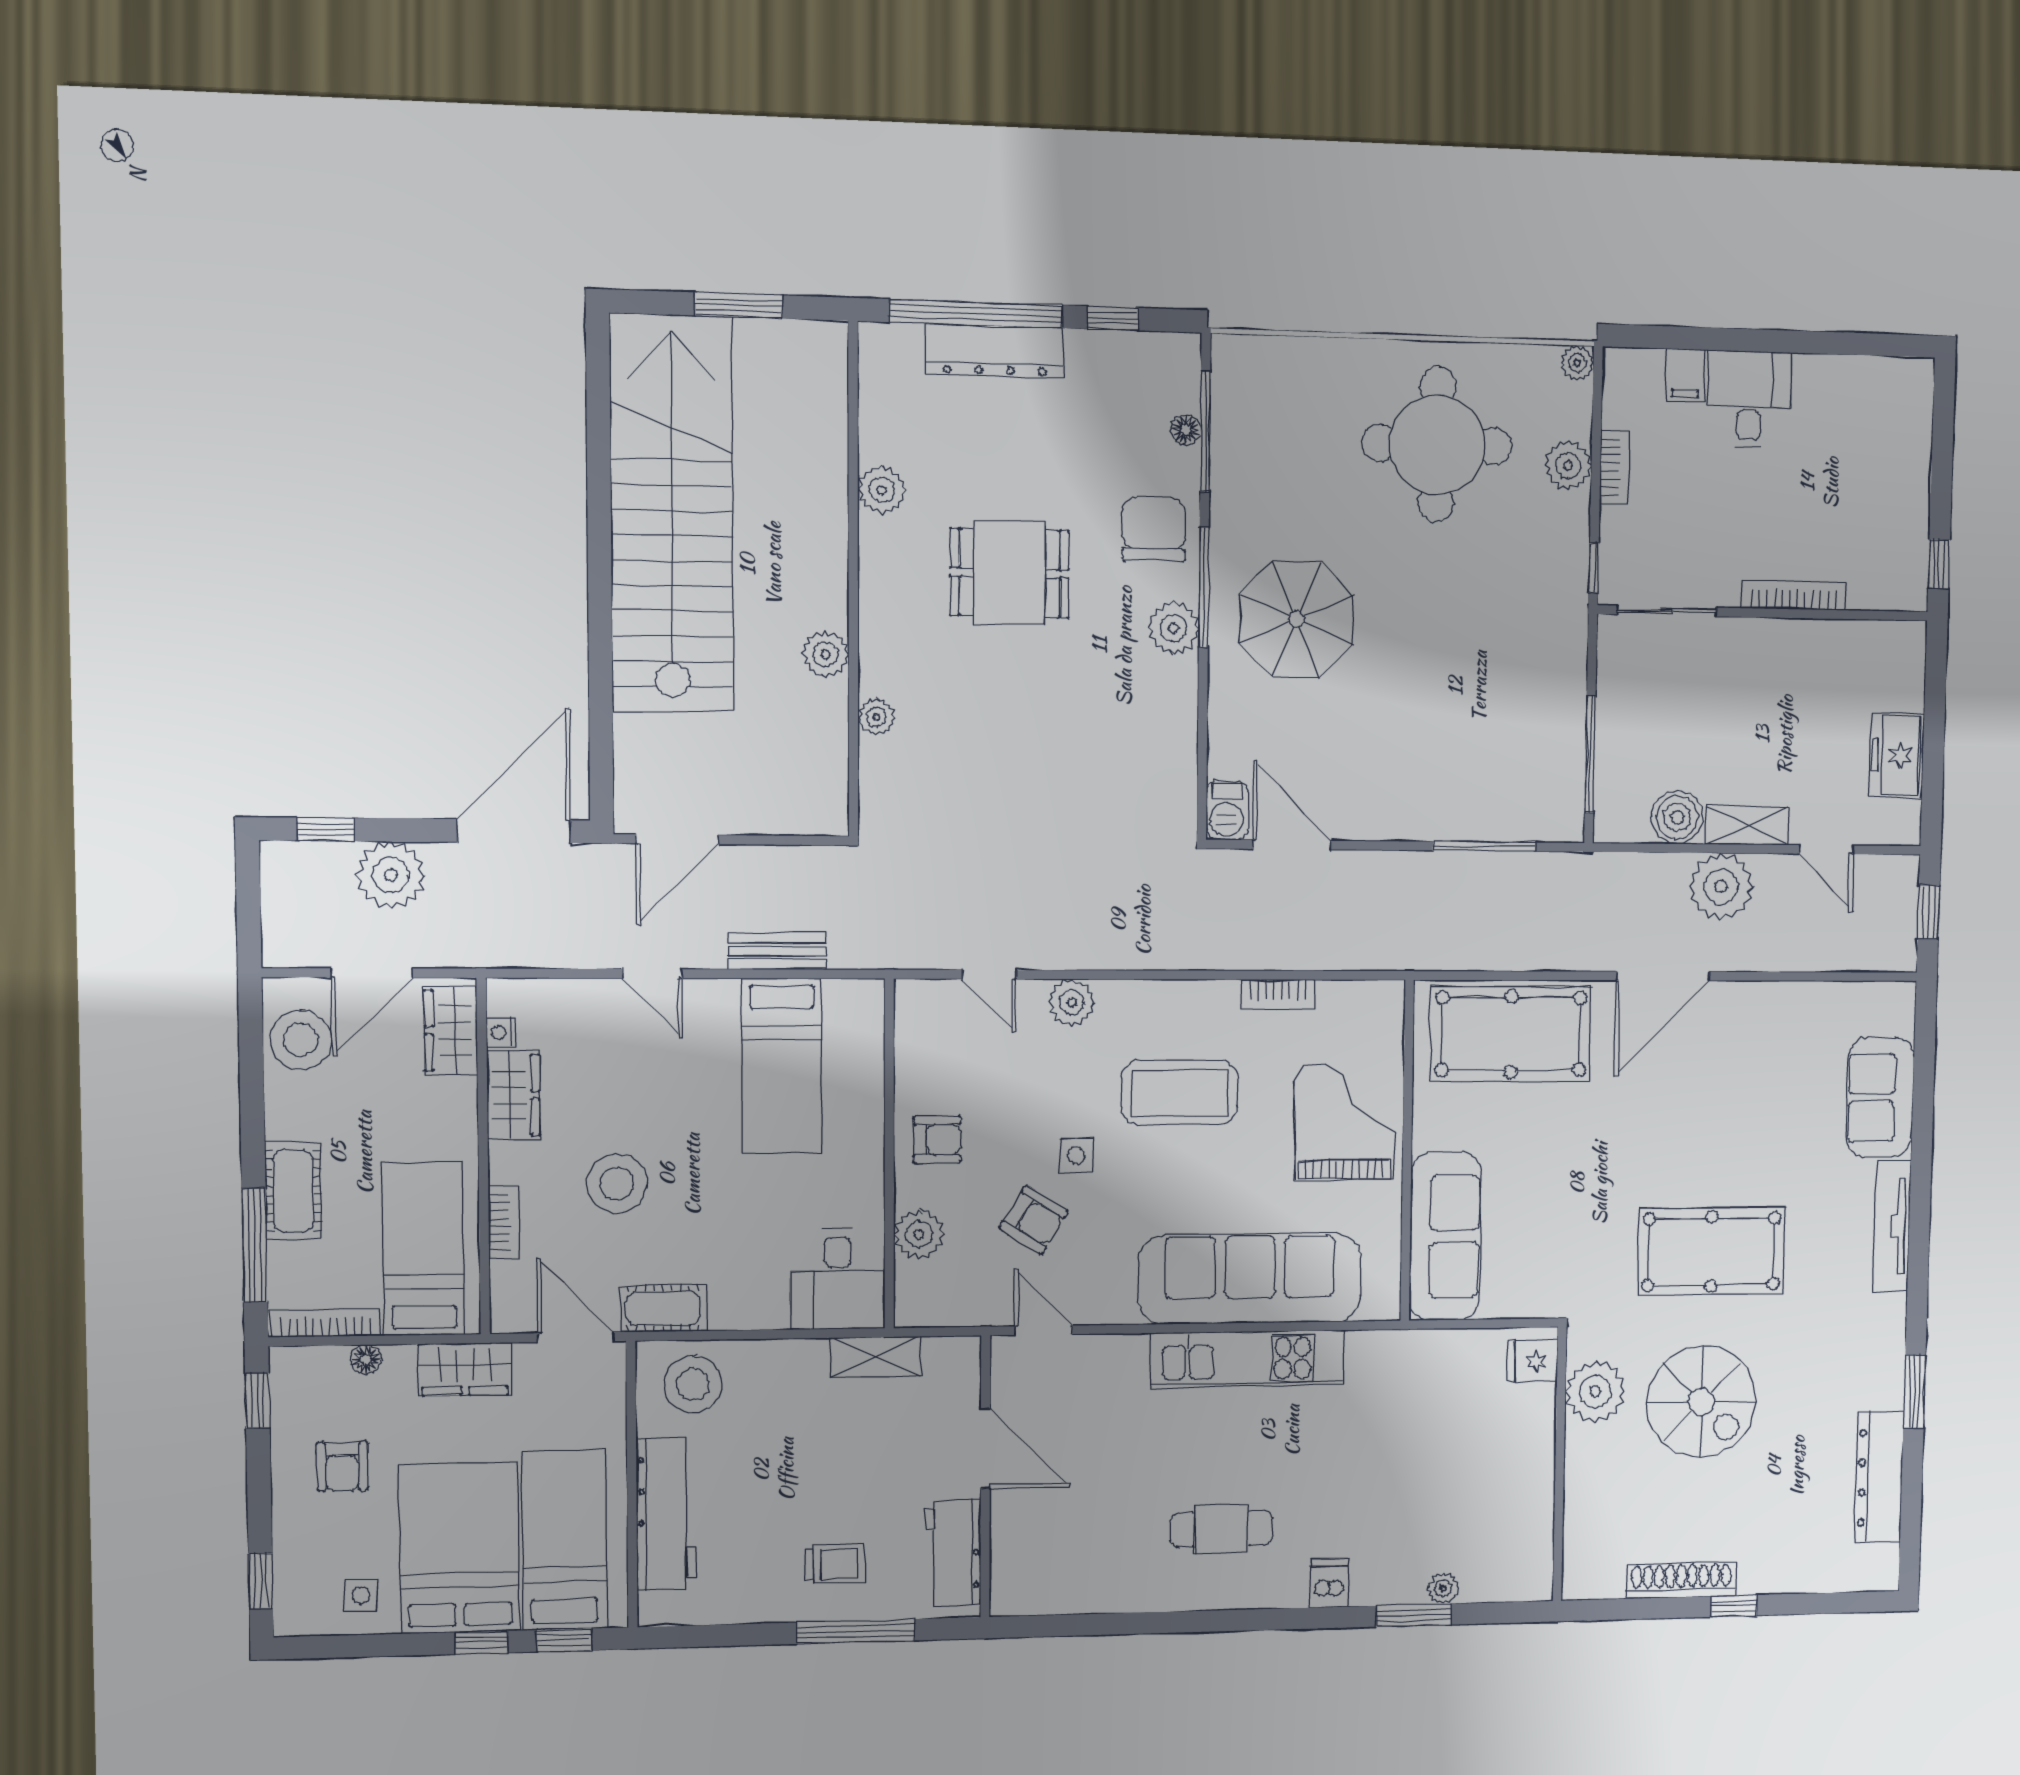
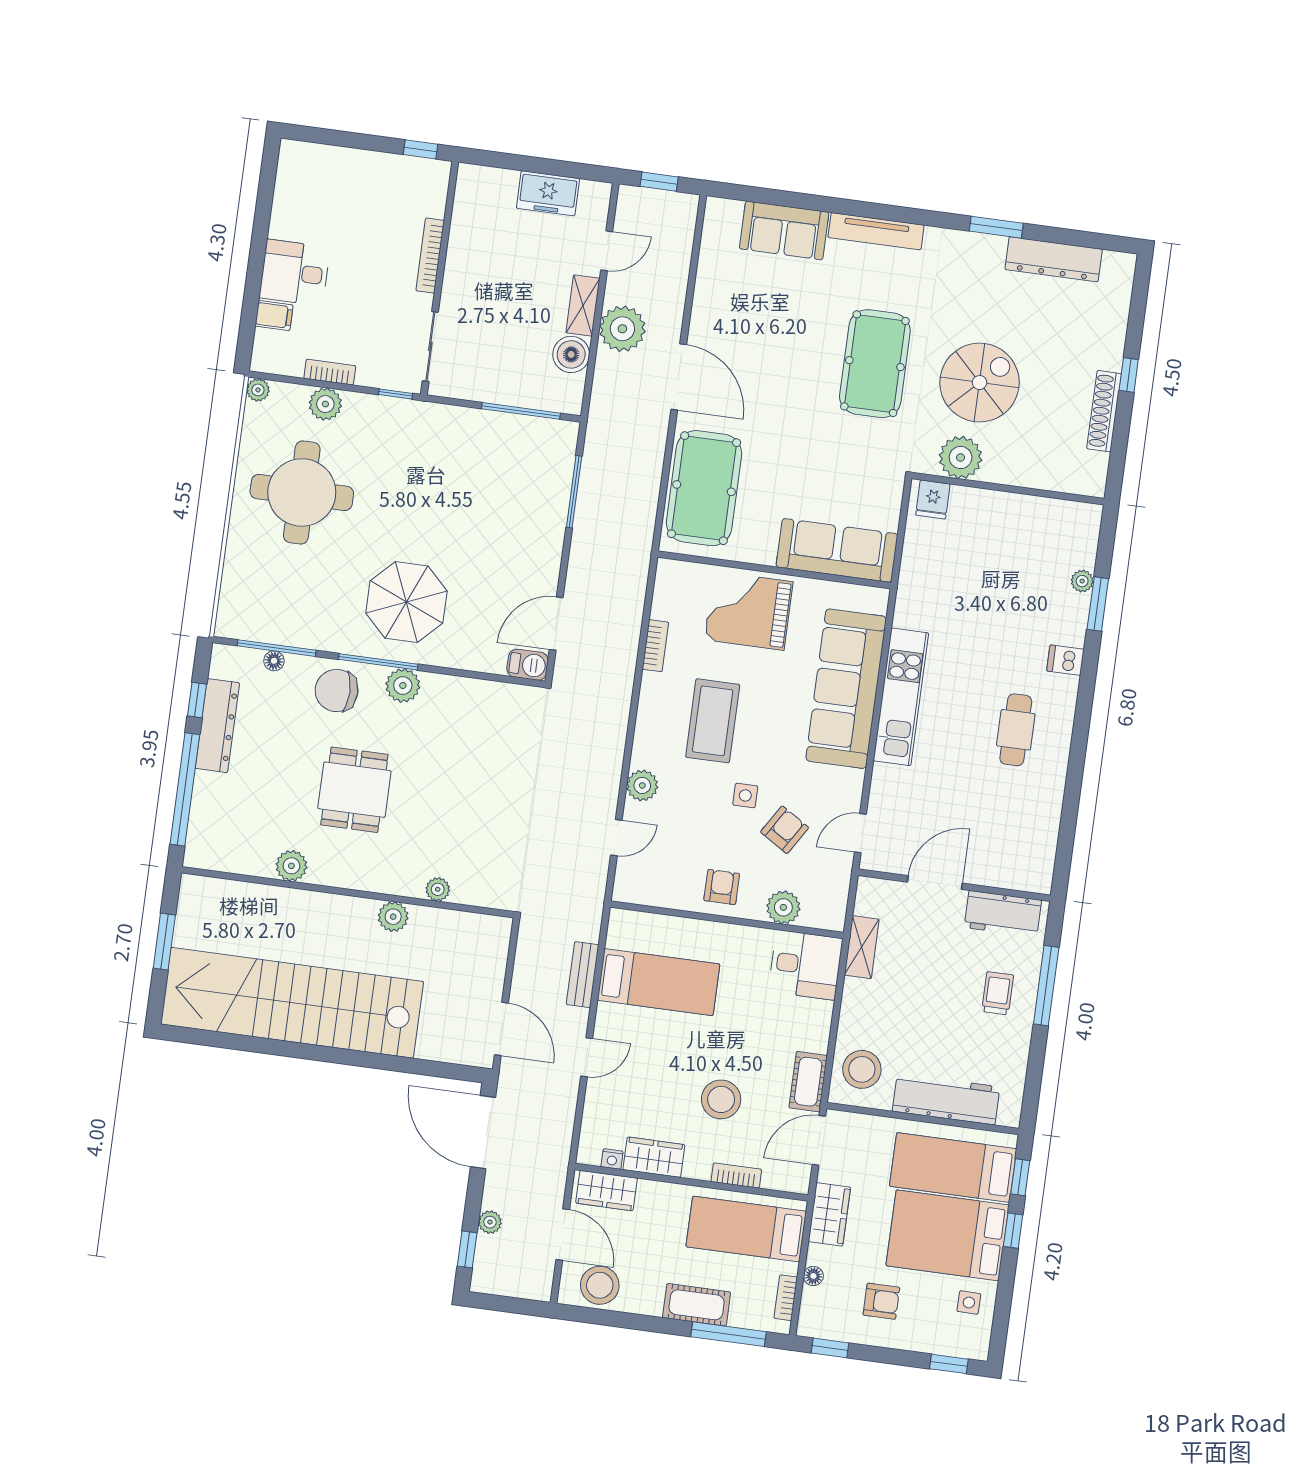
dresser: (995, 351) -> (217, 726), moved
plant: (391, 875) -> (490, 1222), width x0.53, depth x0.53
bookcase: (326, 1323) -> (786, 1298), width x0.64

